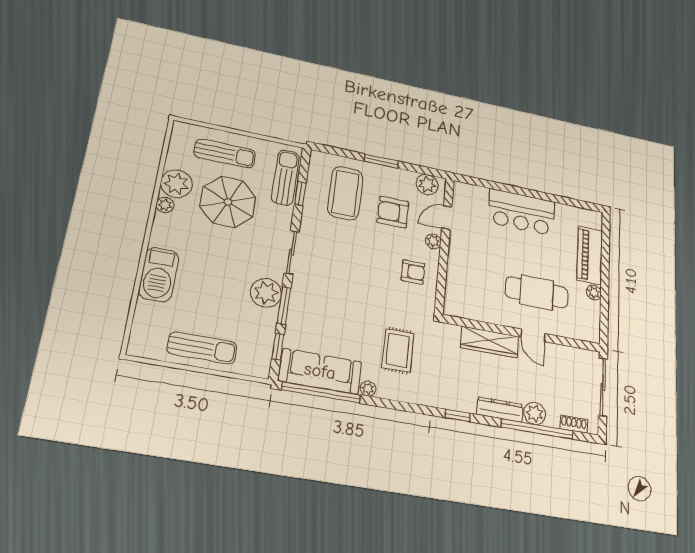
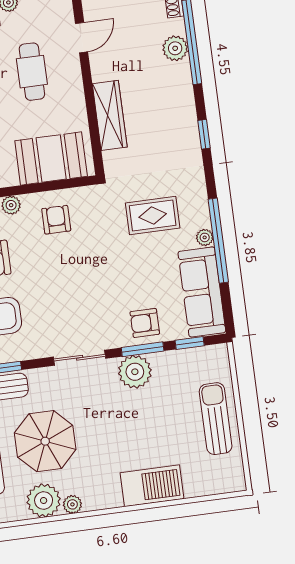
booth: (464, 284) -> (51, 158), added
cafe table: (537, 292) -> (32, 72), width x0.73, depth x0.74
armchair: (306, 315) -> (145, 323), added
door: (533, 335) -> (82, 38), moved
window: (321, 393) -> (218, 241), moved
dresser: (500, 409) -> (183, 89), removed

